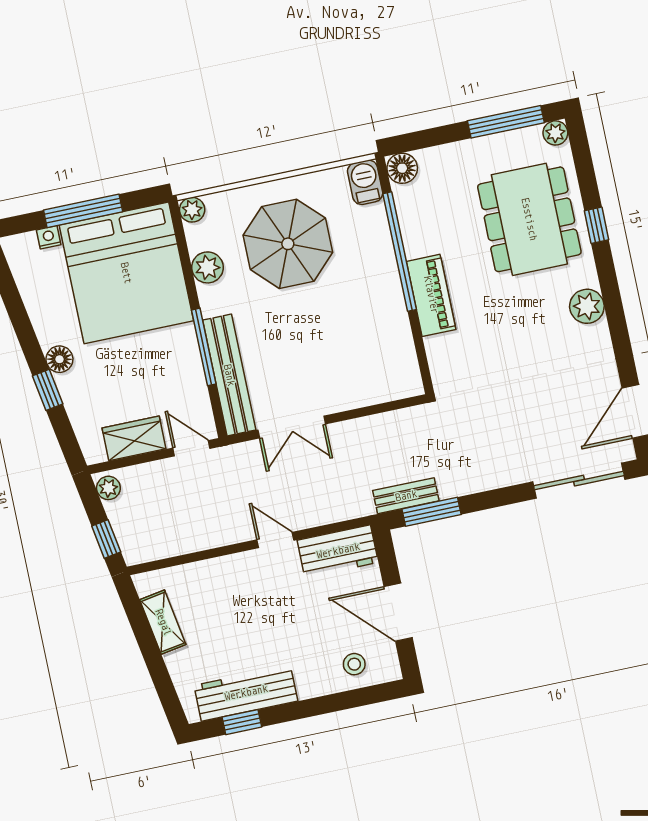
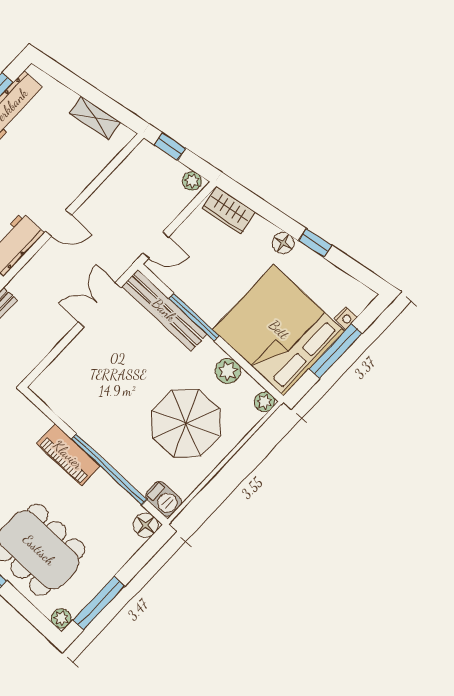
window: (48, 390) -> (315, 243), moved
wardrobe: (134, 438) -> (229, 210), moved, turned 80

